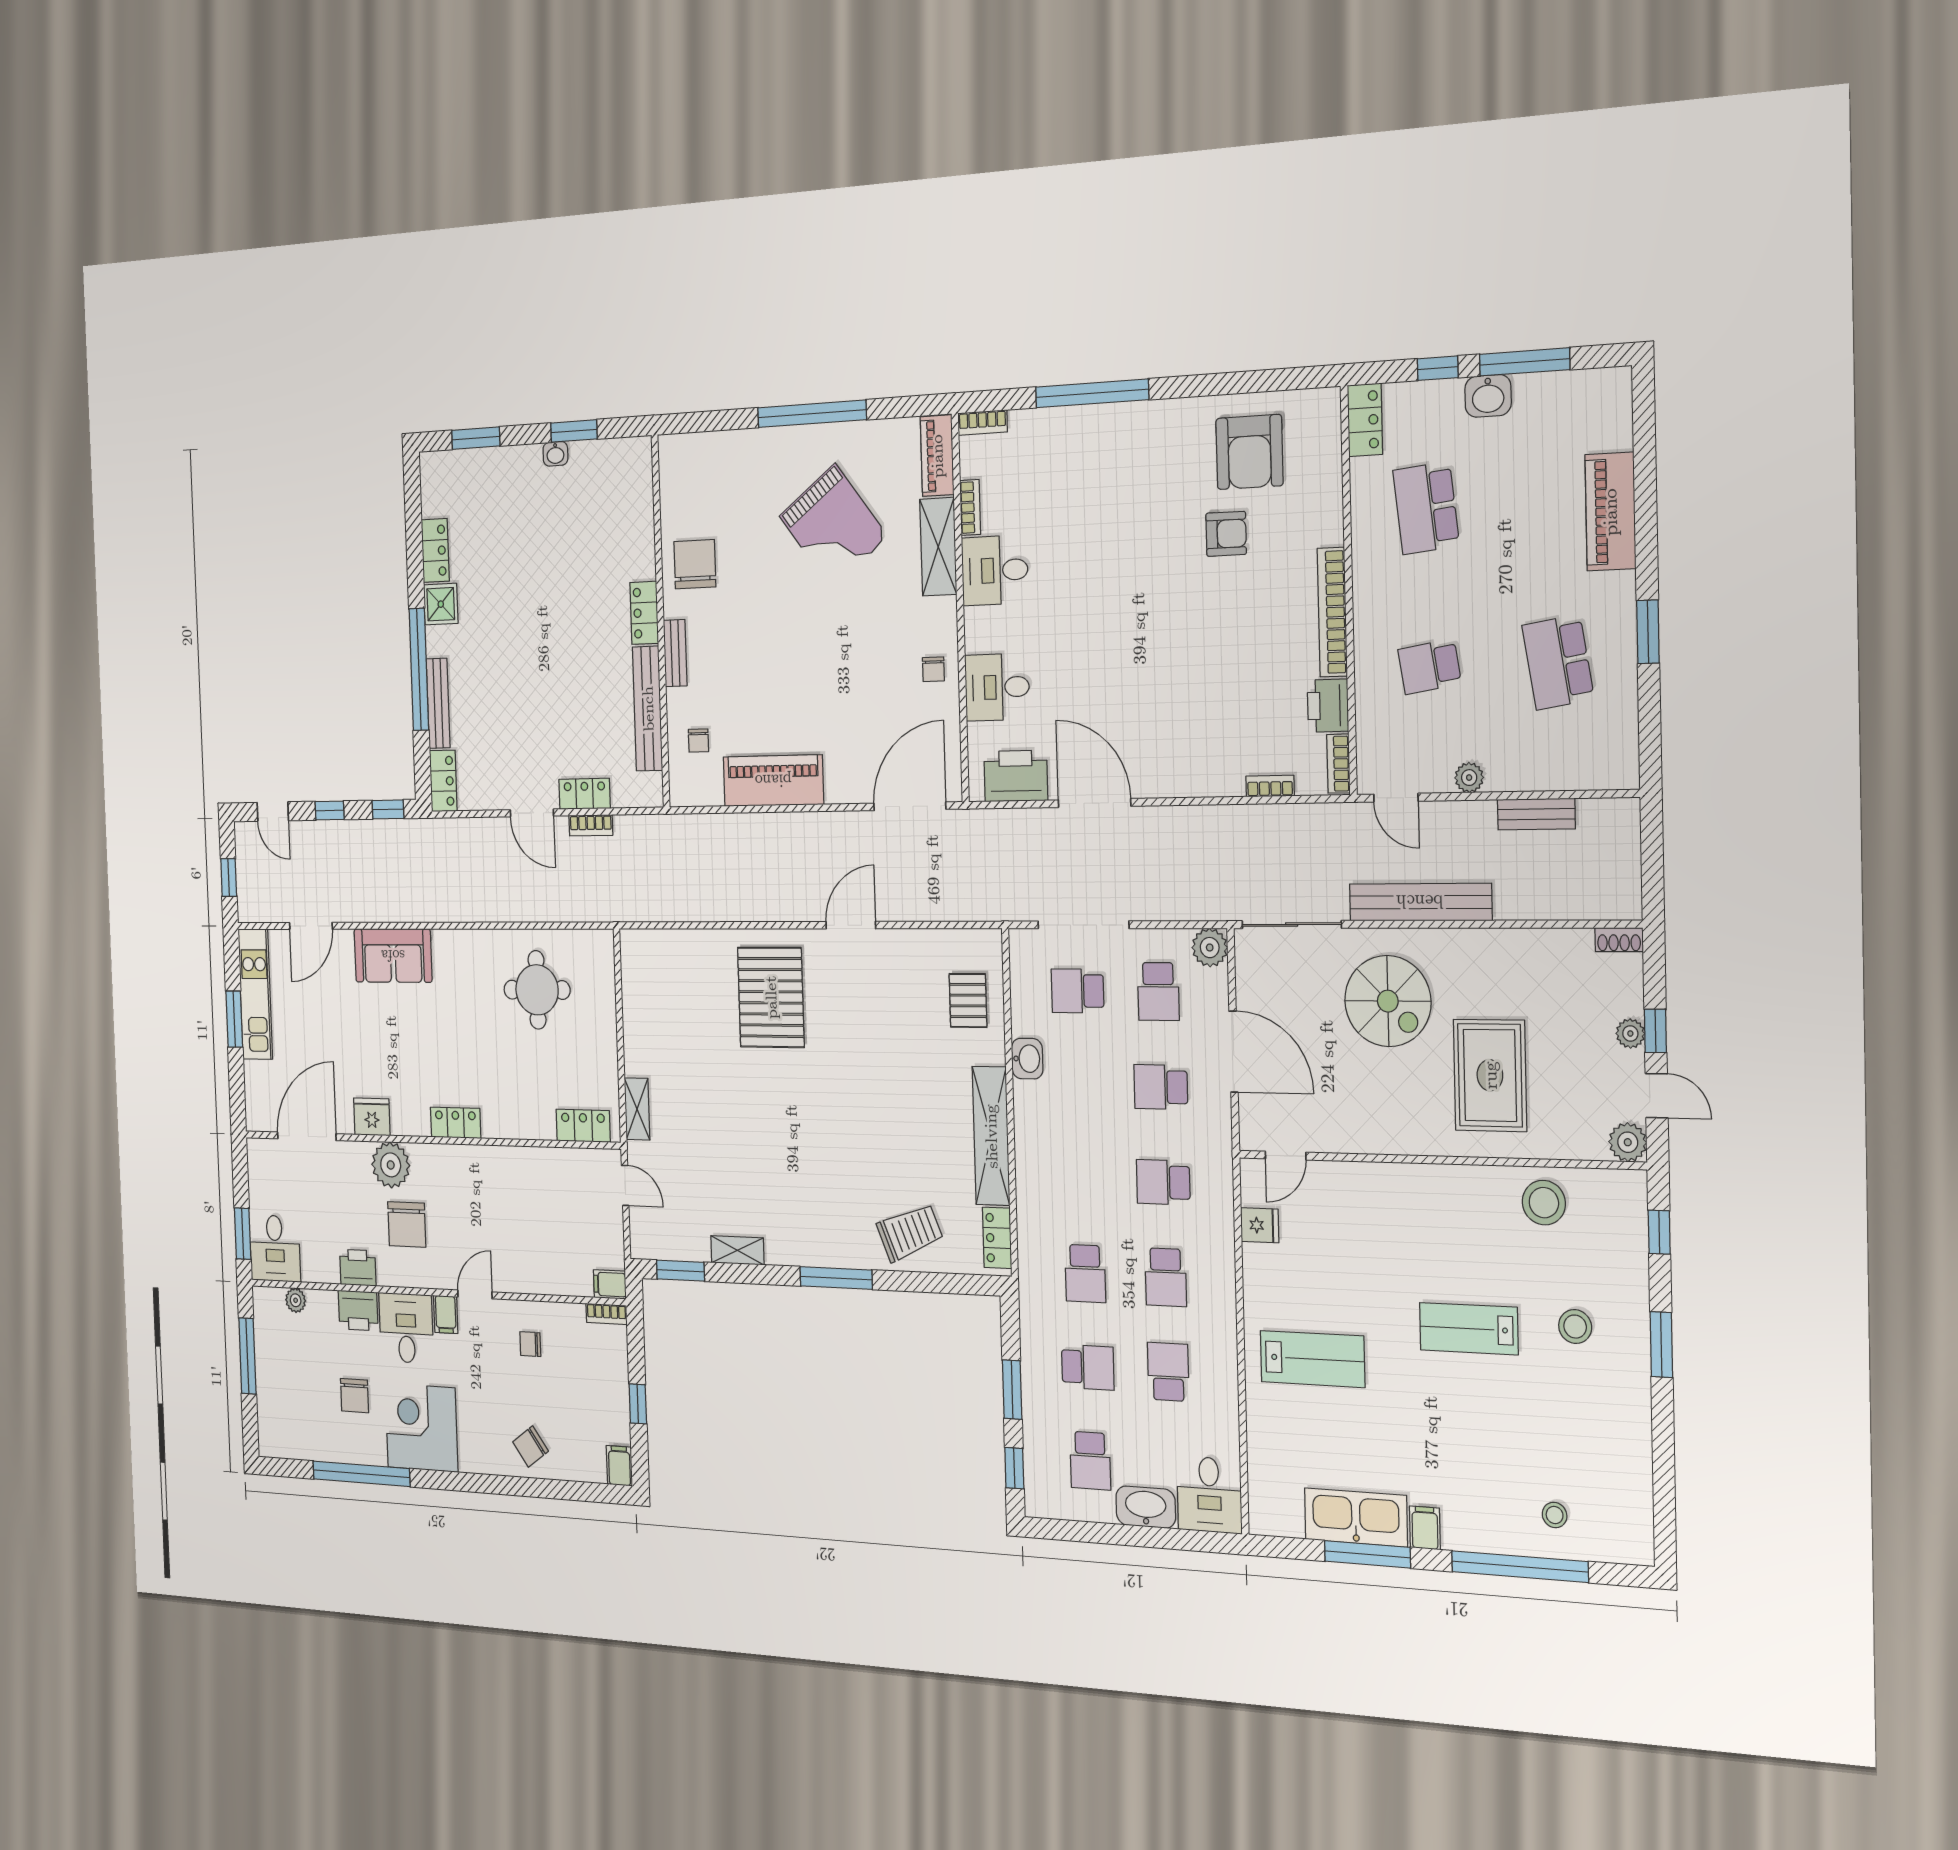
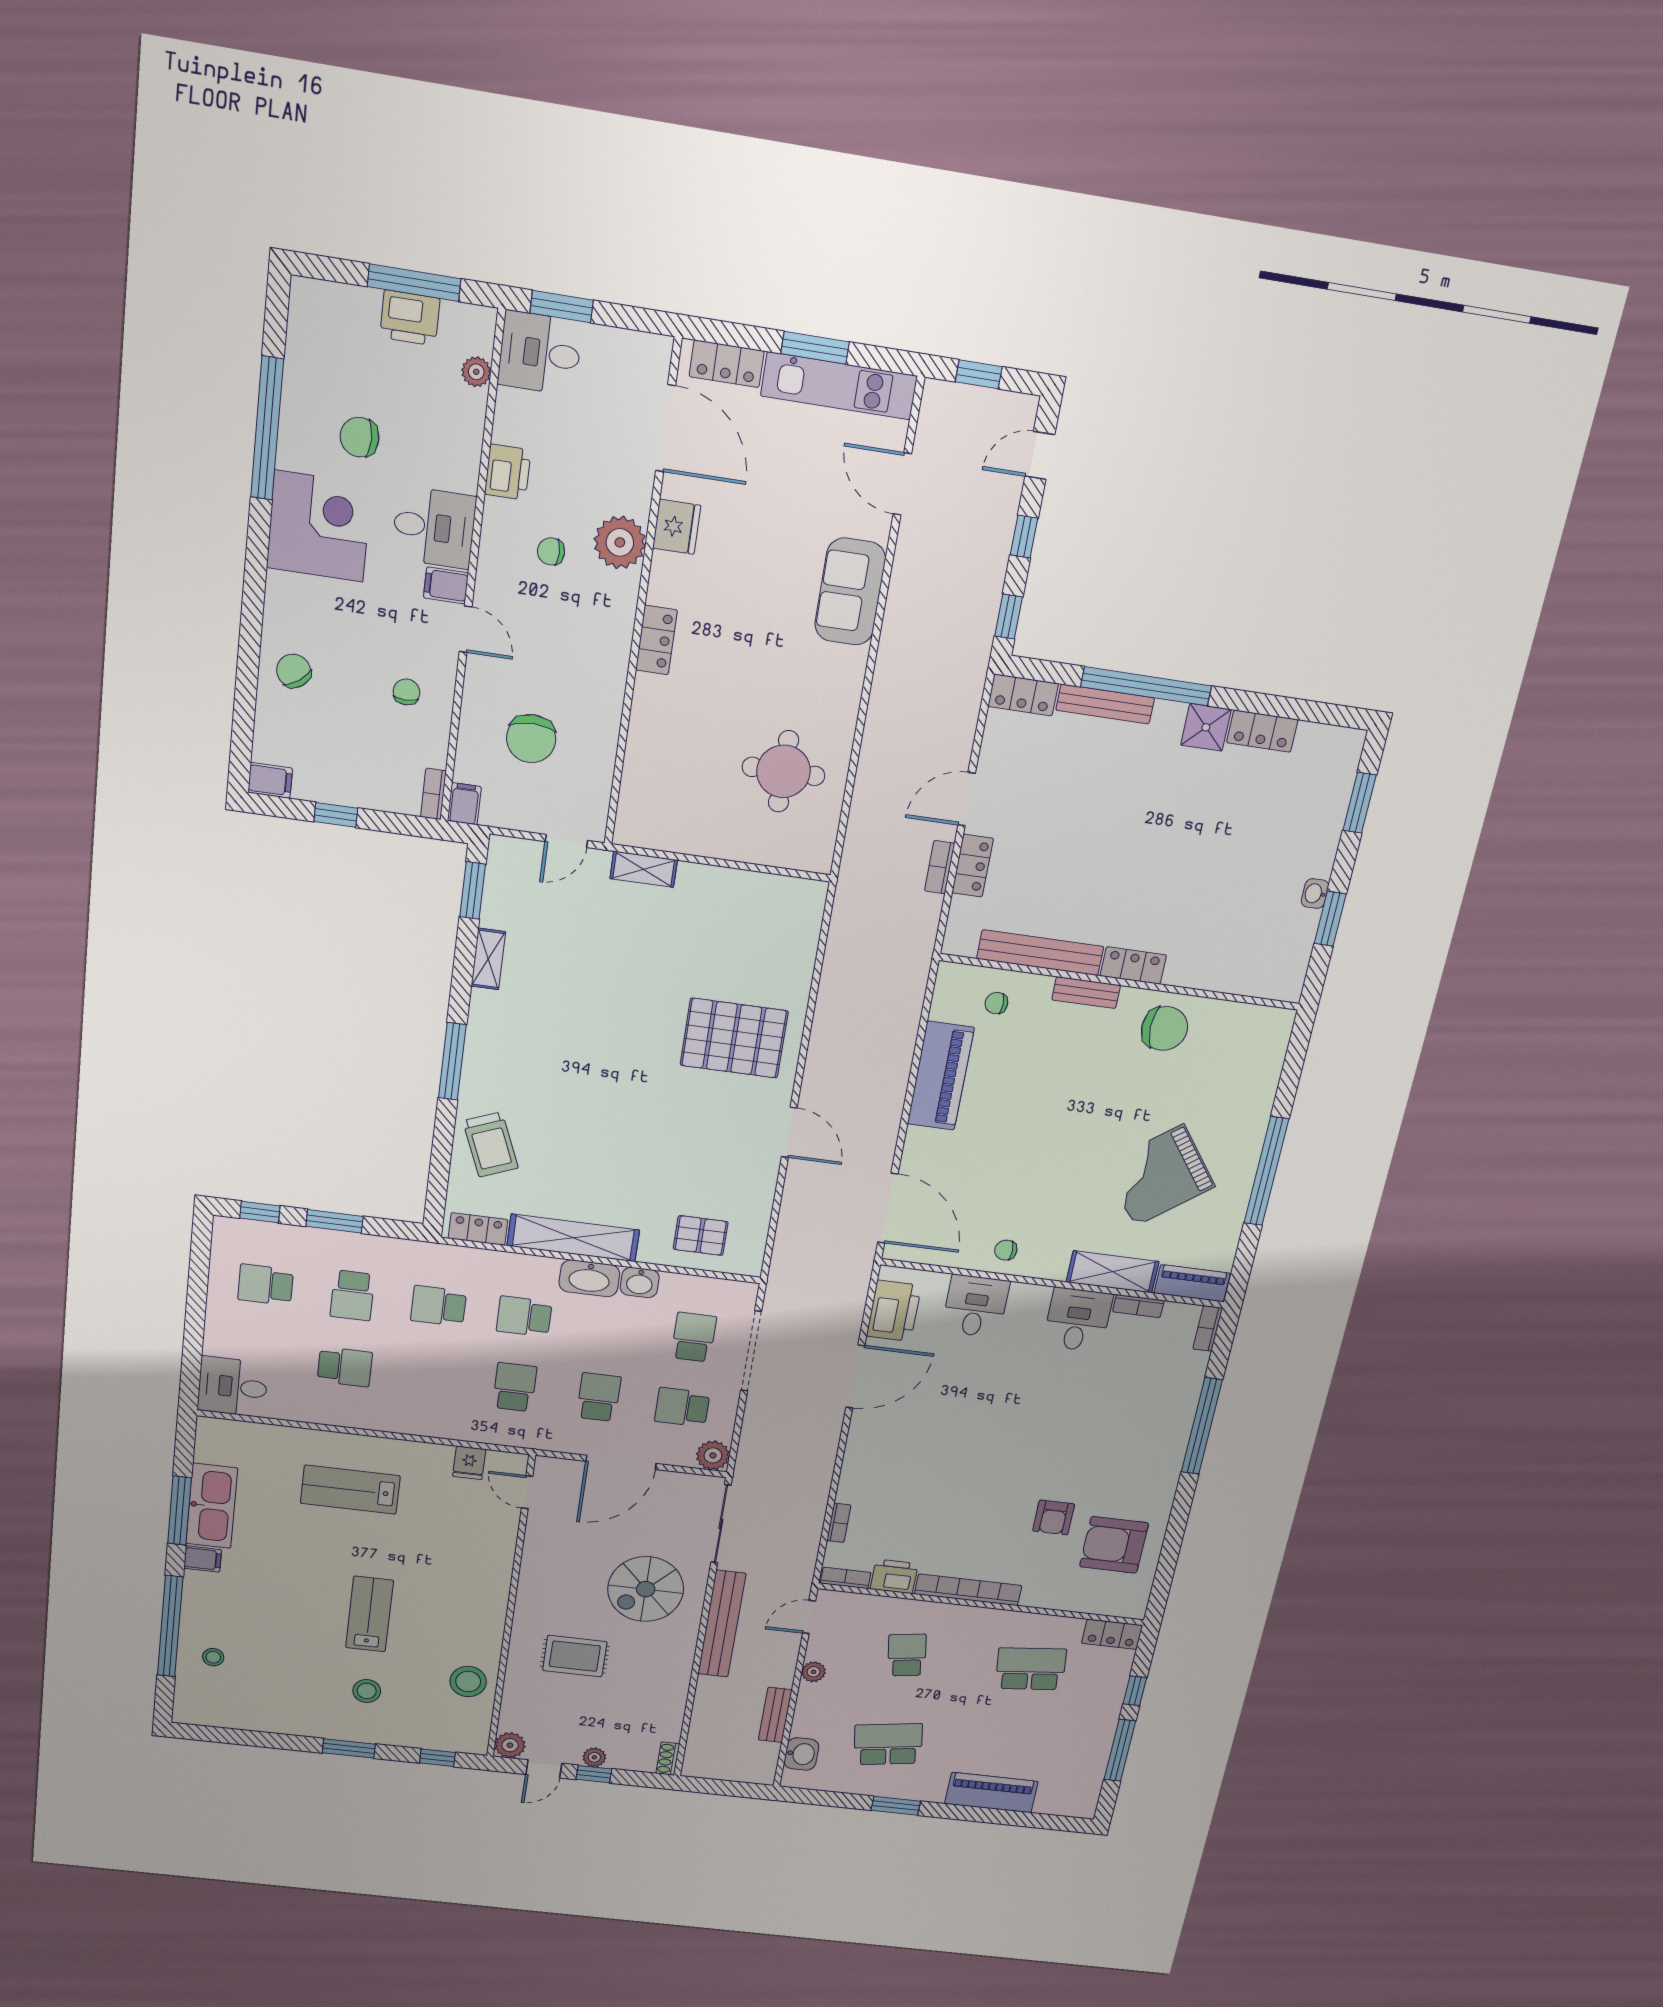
washbasin: (1488, 396) -> (801, 1754), moved, turned 180
rug: (1490, 1075) -> (575, 1656), width x0.73, depth x0.70
locker: (583, 1126) -> (727, 364), moved, turned 90
chair: (407, 1224) -> (551, 551), width x0.54, depth x0.54
chair: (548, 1227) -> (531, 739), added
school desk: (1166, 1277) -> (524, 1316), moved
printer: (358, 1311) -> (410, 318), moved, turned -90
lab bench: (1312, 1359) -> (350, 1490), turned 90
washbasin: (1146, 1507) -> (589, 1278), moved, turned 90

